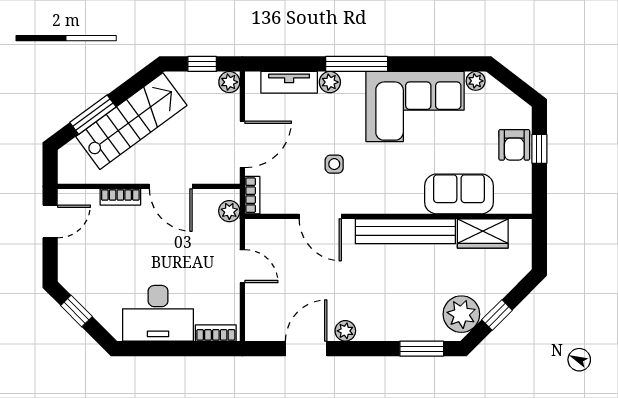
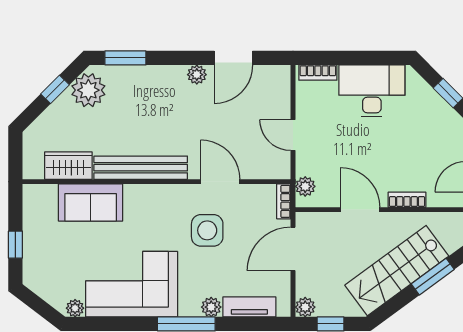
armchair: (514, 145) -> (39, 248), removed
side table: (334, 164) -> (207, 230), width x1.87, depth x1.87

